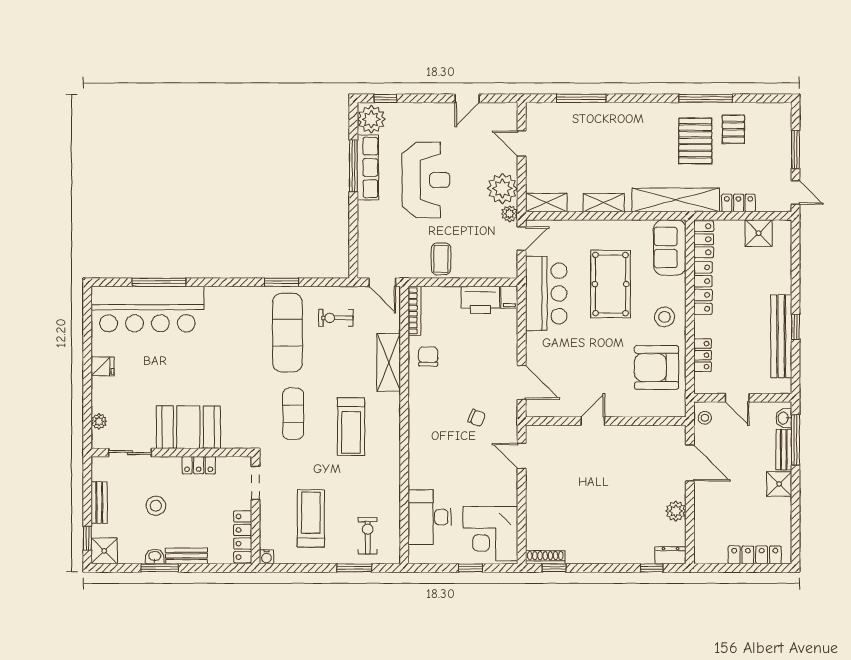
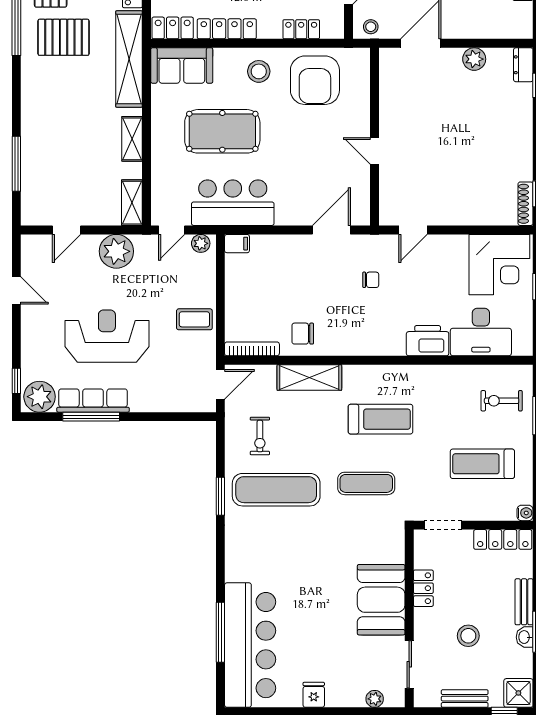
plant: (509, 214) -> (201, 243), moved
door: (522, 238) -> (172, 230), swing flipped
printer: (480, 300) -> (428, 341), moved, turned -90
chair: (477, 418) -> (371, 280), turned 68

